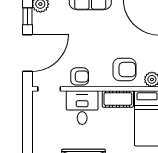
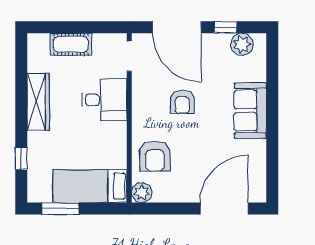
armchair: (80, 76) -> (182, 102), moved
cot: (118, 99) -> (71, 44), moved, turned 90

